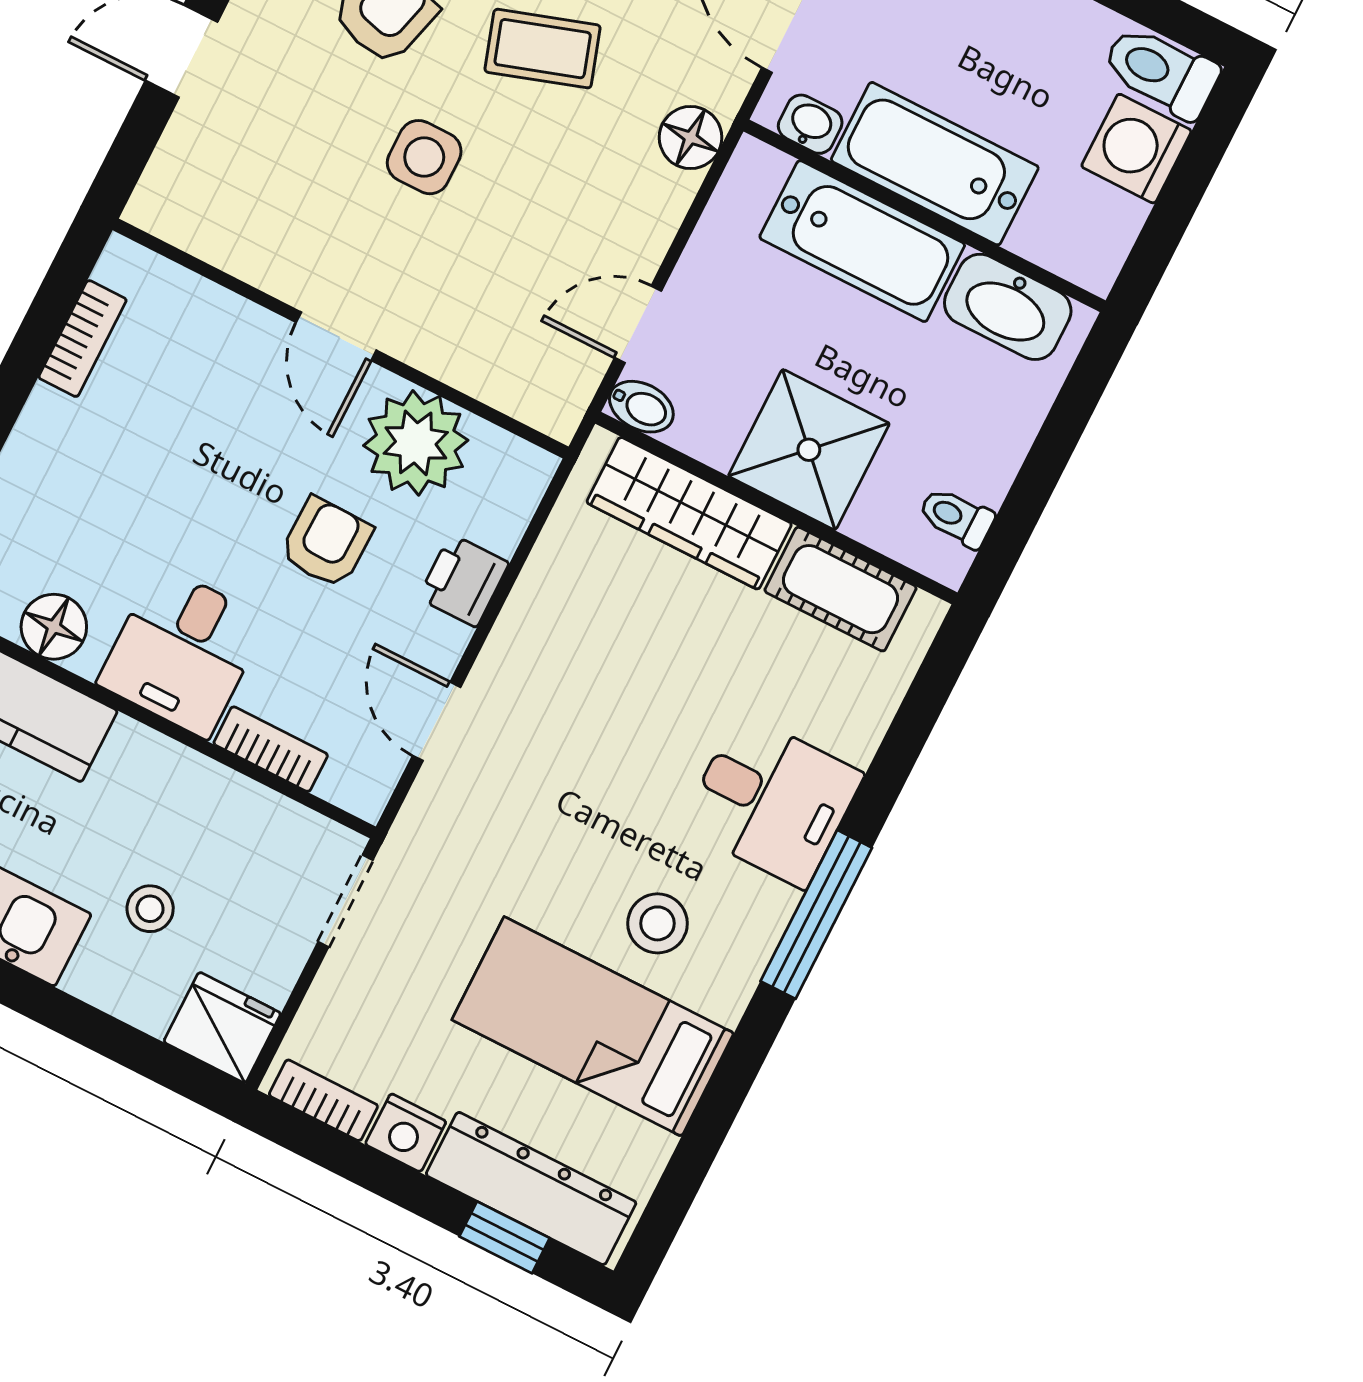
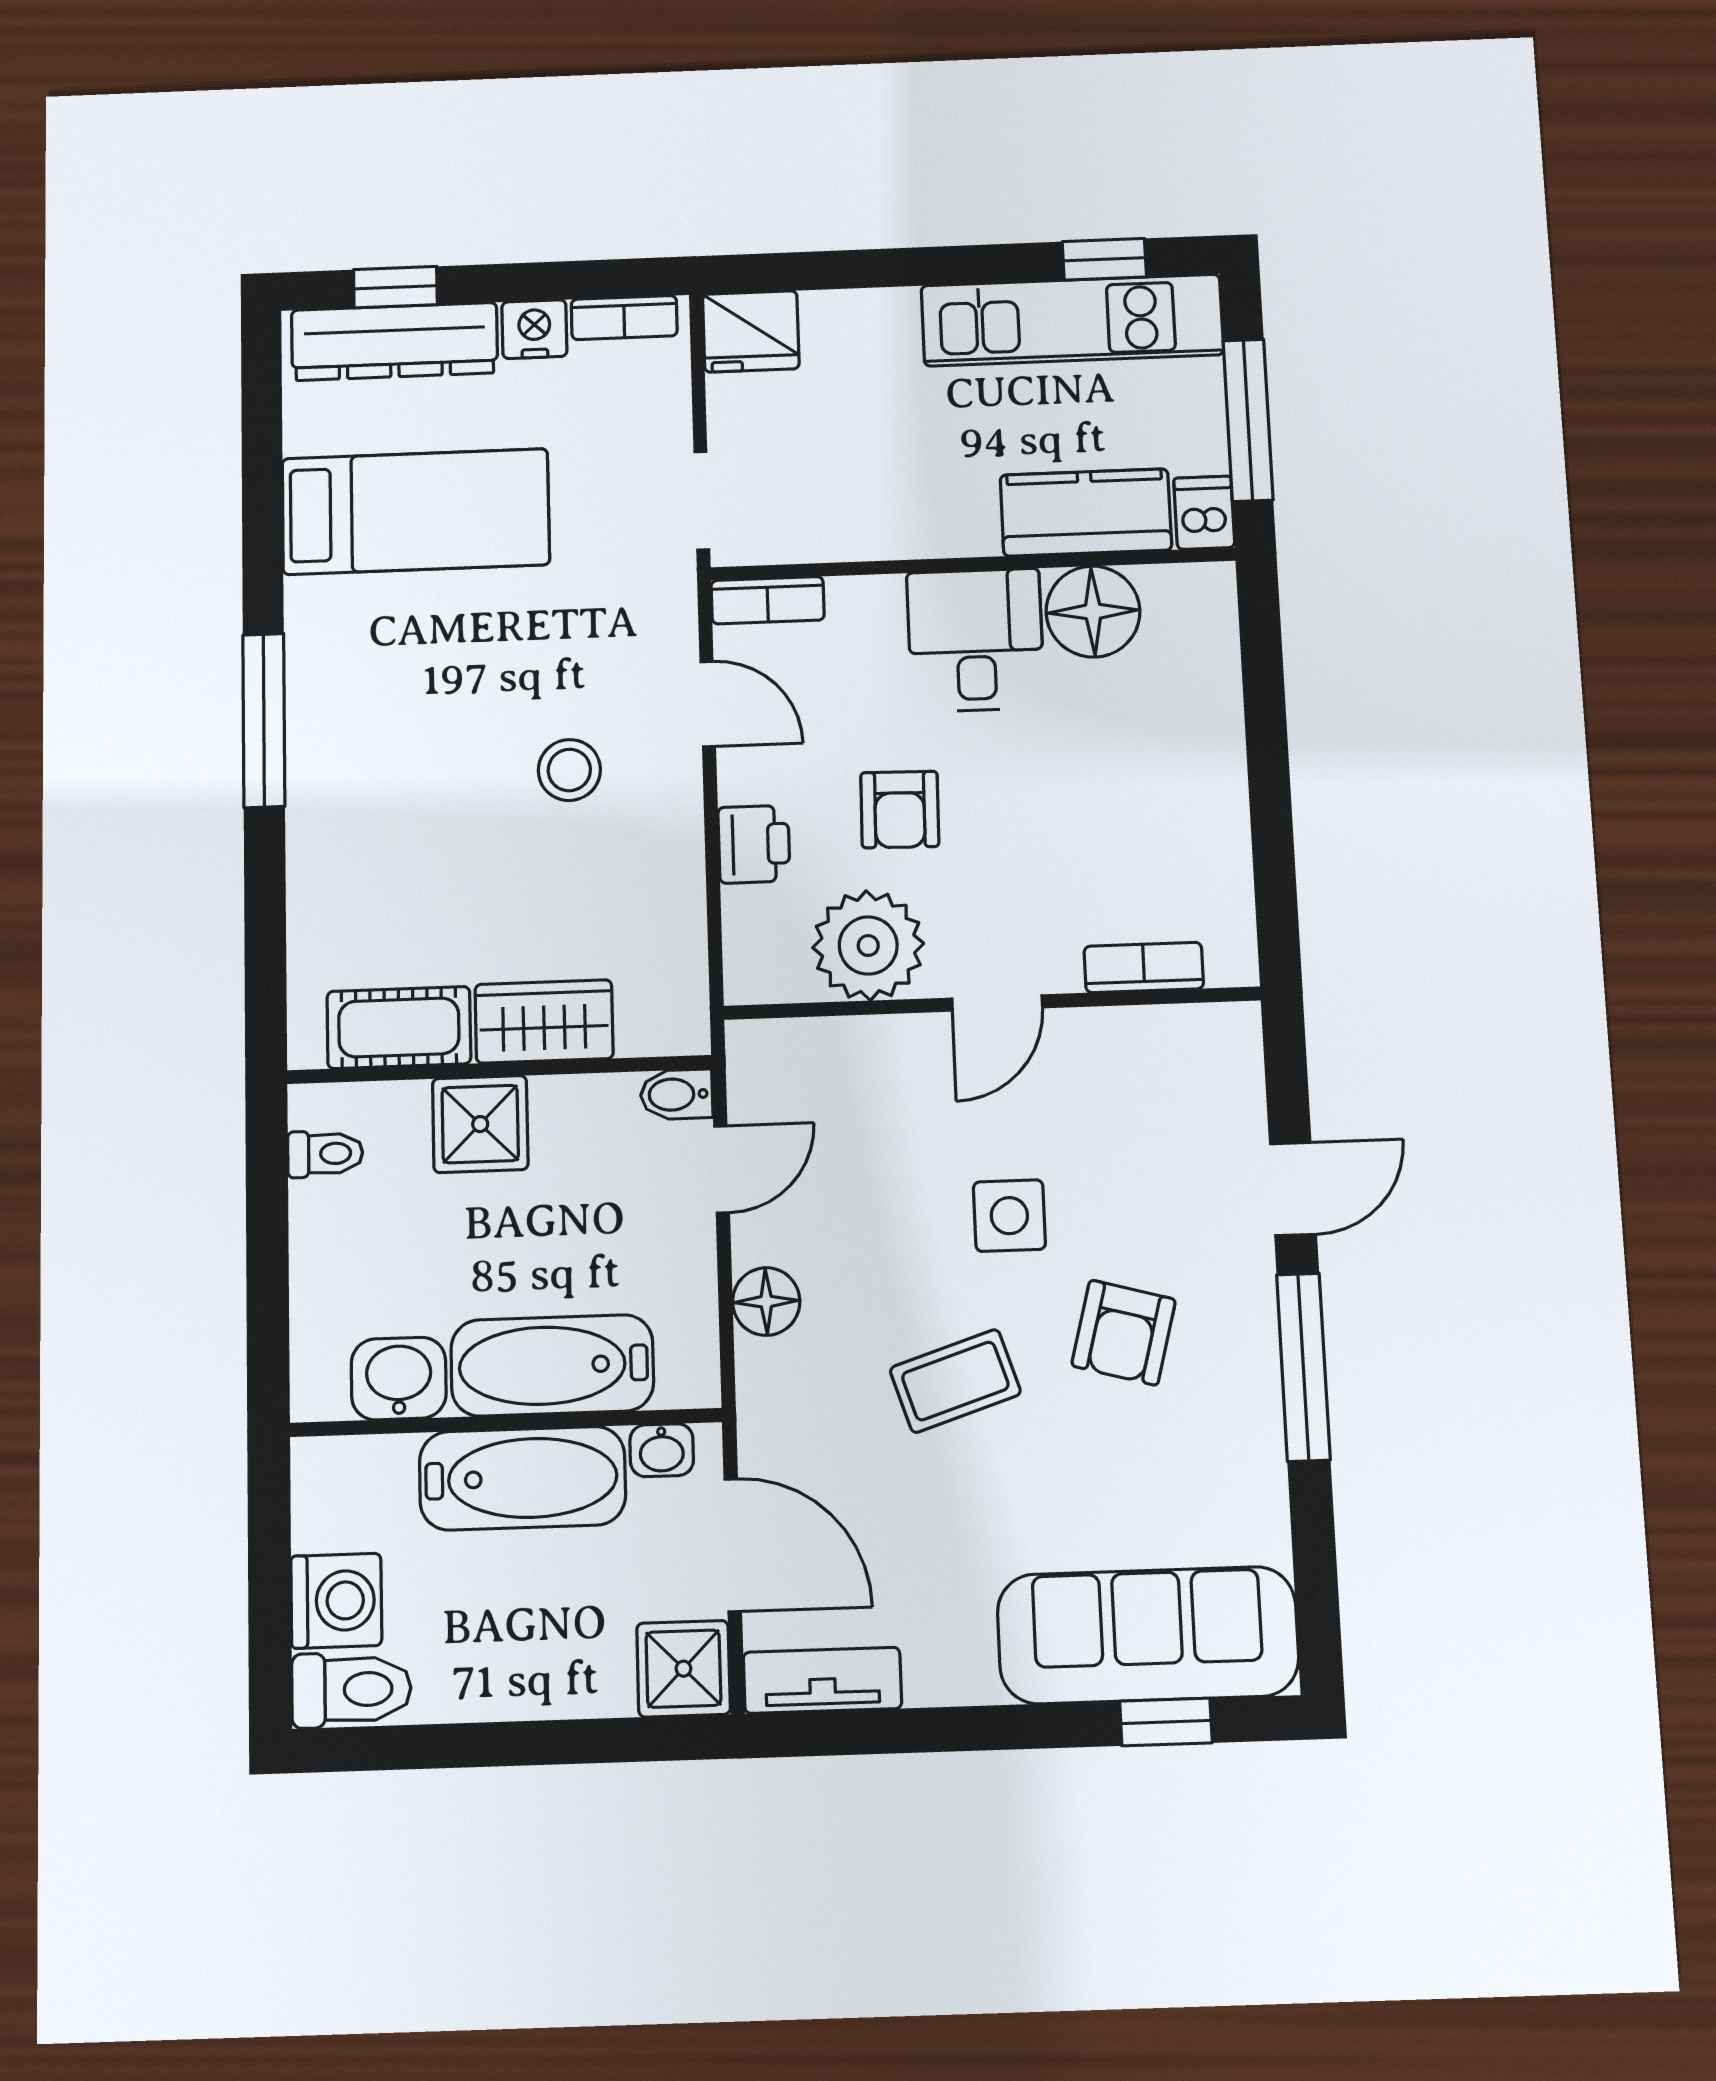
floor lamp: (691, 138) -> (766, 1302), moved
washbasin: (1008, 307) -> (399, 1379), width x0.72
door: (336, 336) -> (997, 1003), swing flipped
bookcase: (82, 339) -> (1144, 967), moved, turned 90
shower: (809, 450) -> (480, 1124), width x0.73, depth x0.73
wardrobe: (689, 513) -> (544, 1021), width x0.67
floor lamp: (54, 627) -> (1093, 612), width x1.38, depth x1.38
bookcase: (271, 749) -> (768, 600), moved
desk: (772, 800) -> (360, 800), removed
stool: (150, 909) -> (875, 399), removed
stool: (658, 923) -> (569, 770), moved

